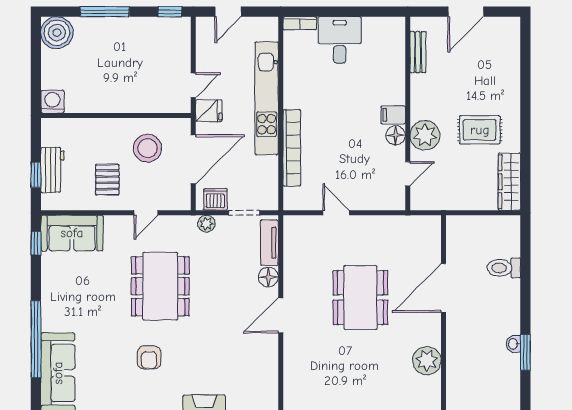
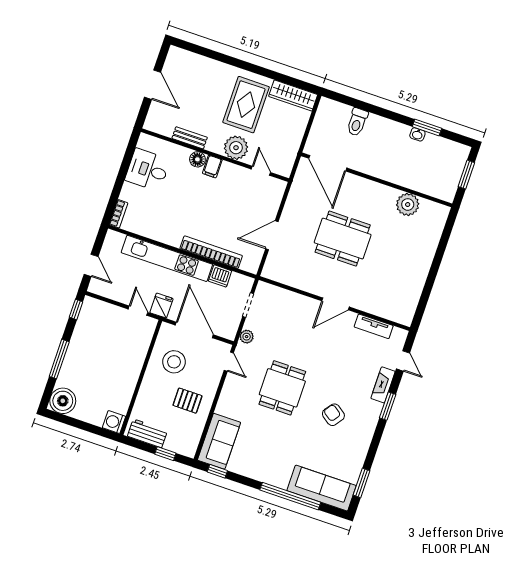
desk: (340, 40) -> (148, 170), moved
bench: (418, 52) -> (190, 138), moved
rug: (480, 130) -> (246, 105), width x1.36, depth x1.43
floor lamp: (396, 135) -> (197, 159), moved
workbench: (53, 170) -> (147, 433), moved
dishwasher: (215, 199) -> (220, 276), moved, turned -90
door: (146, 213) -> (229, 362), moved
door: (336, 213) -> (272, 235), width x1.38
tv unit: (270, 243) -> (374, 326), moved
floor lamp: (268, 277) -> (303, 303), removed
dining table: (160, 286) -> (282, 388), width x0.73
door: (443, 288) -> (328, 163), moved
door: (281, 315) -> (336, 304), hinge flipped
armchair: (149, 357) -> (333, 415), turned -144

